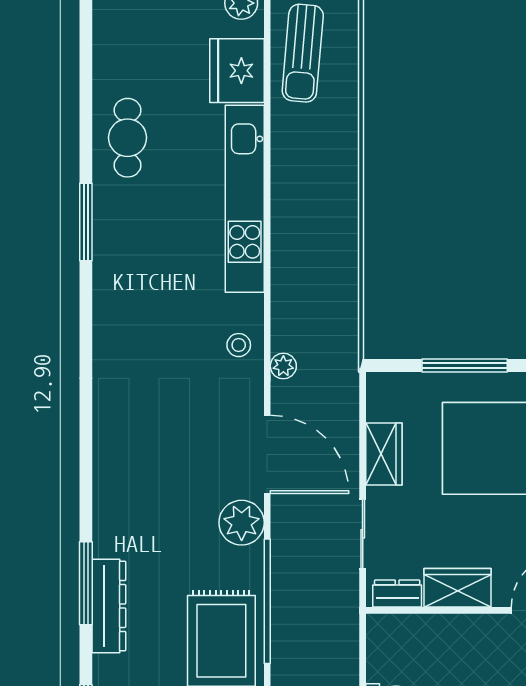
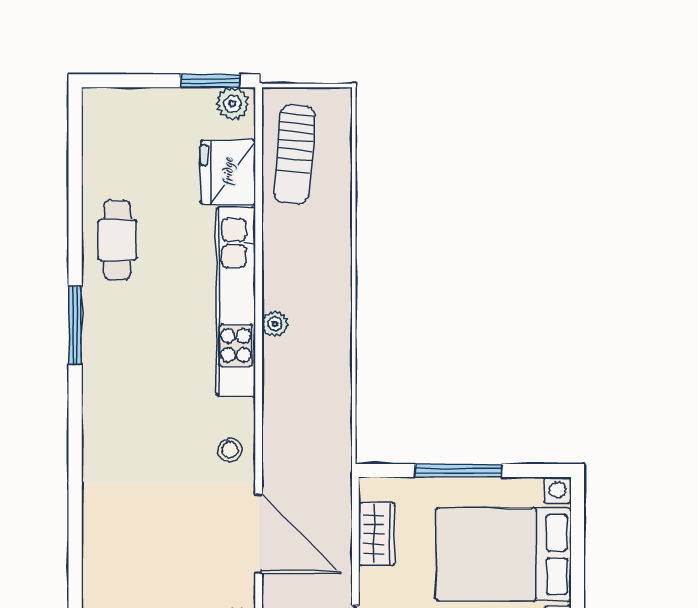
plant: (283, 366) -> (275, 324), moved
door: (267, 454) -> (259, 534), moved
wardrobe: (384, 454) -> (377, 534), moved

